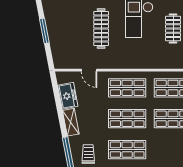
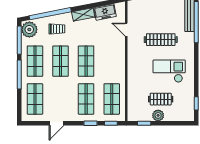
door: (89, 70) -> (126, 30), hinge flipped
shop shelf: (127, 88) -> (112, 61), removed

